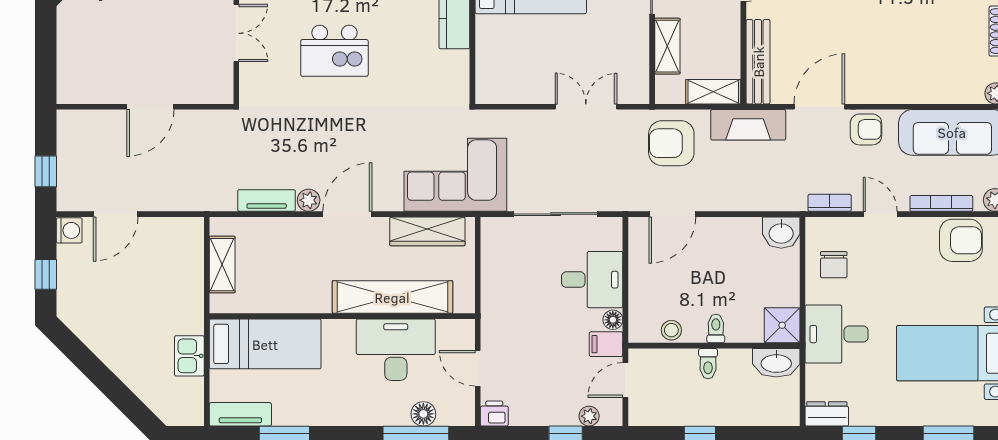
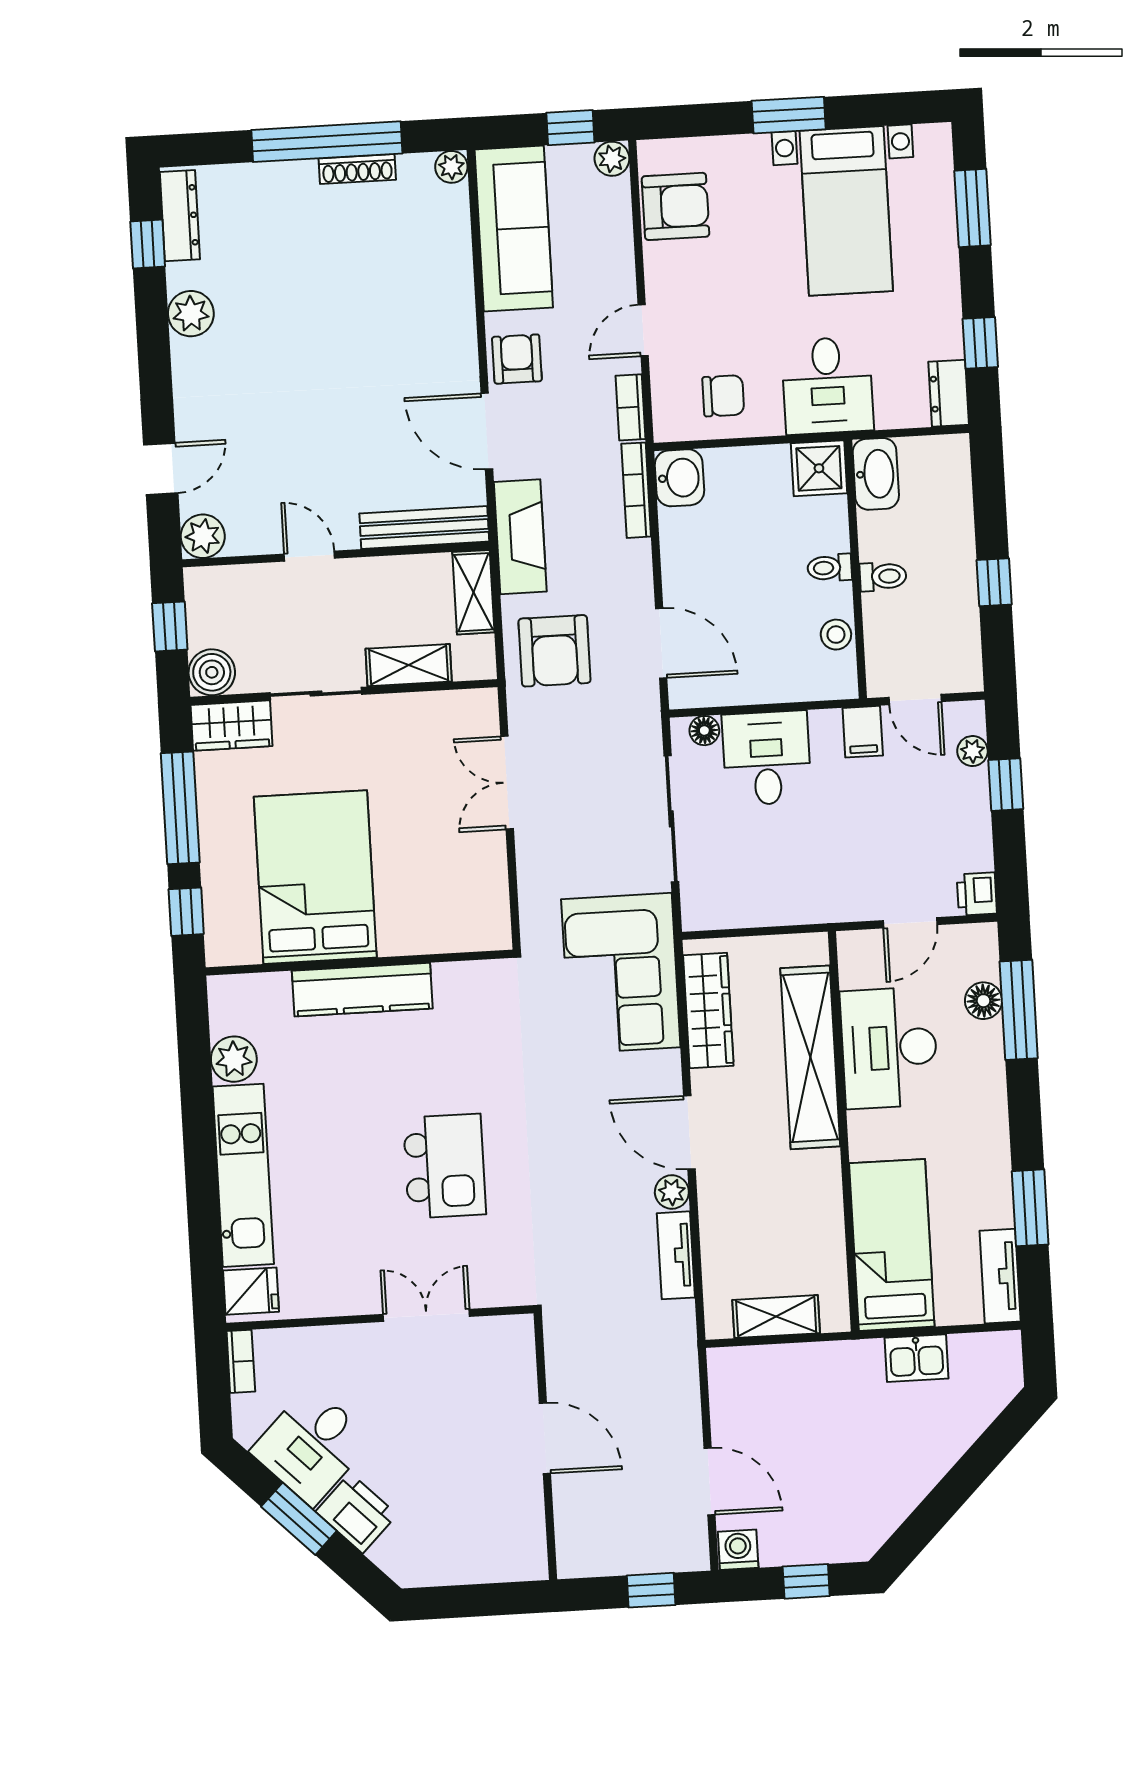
bookcase: (941, 203) -> (636, 490), moved
armchair: (961, 240) -> (676, 206), turned 90
floor lamp: (613, 320) -> (704, 731), moved

